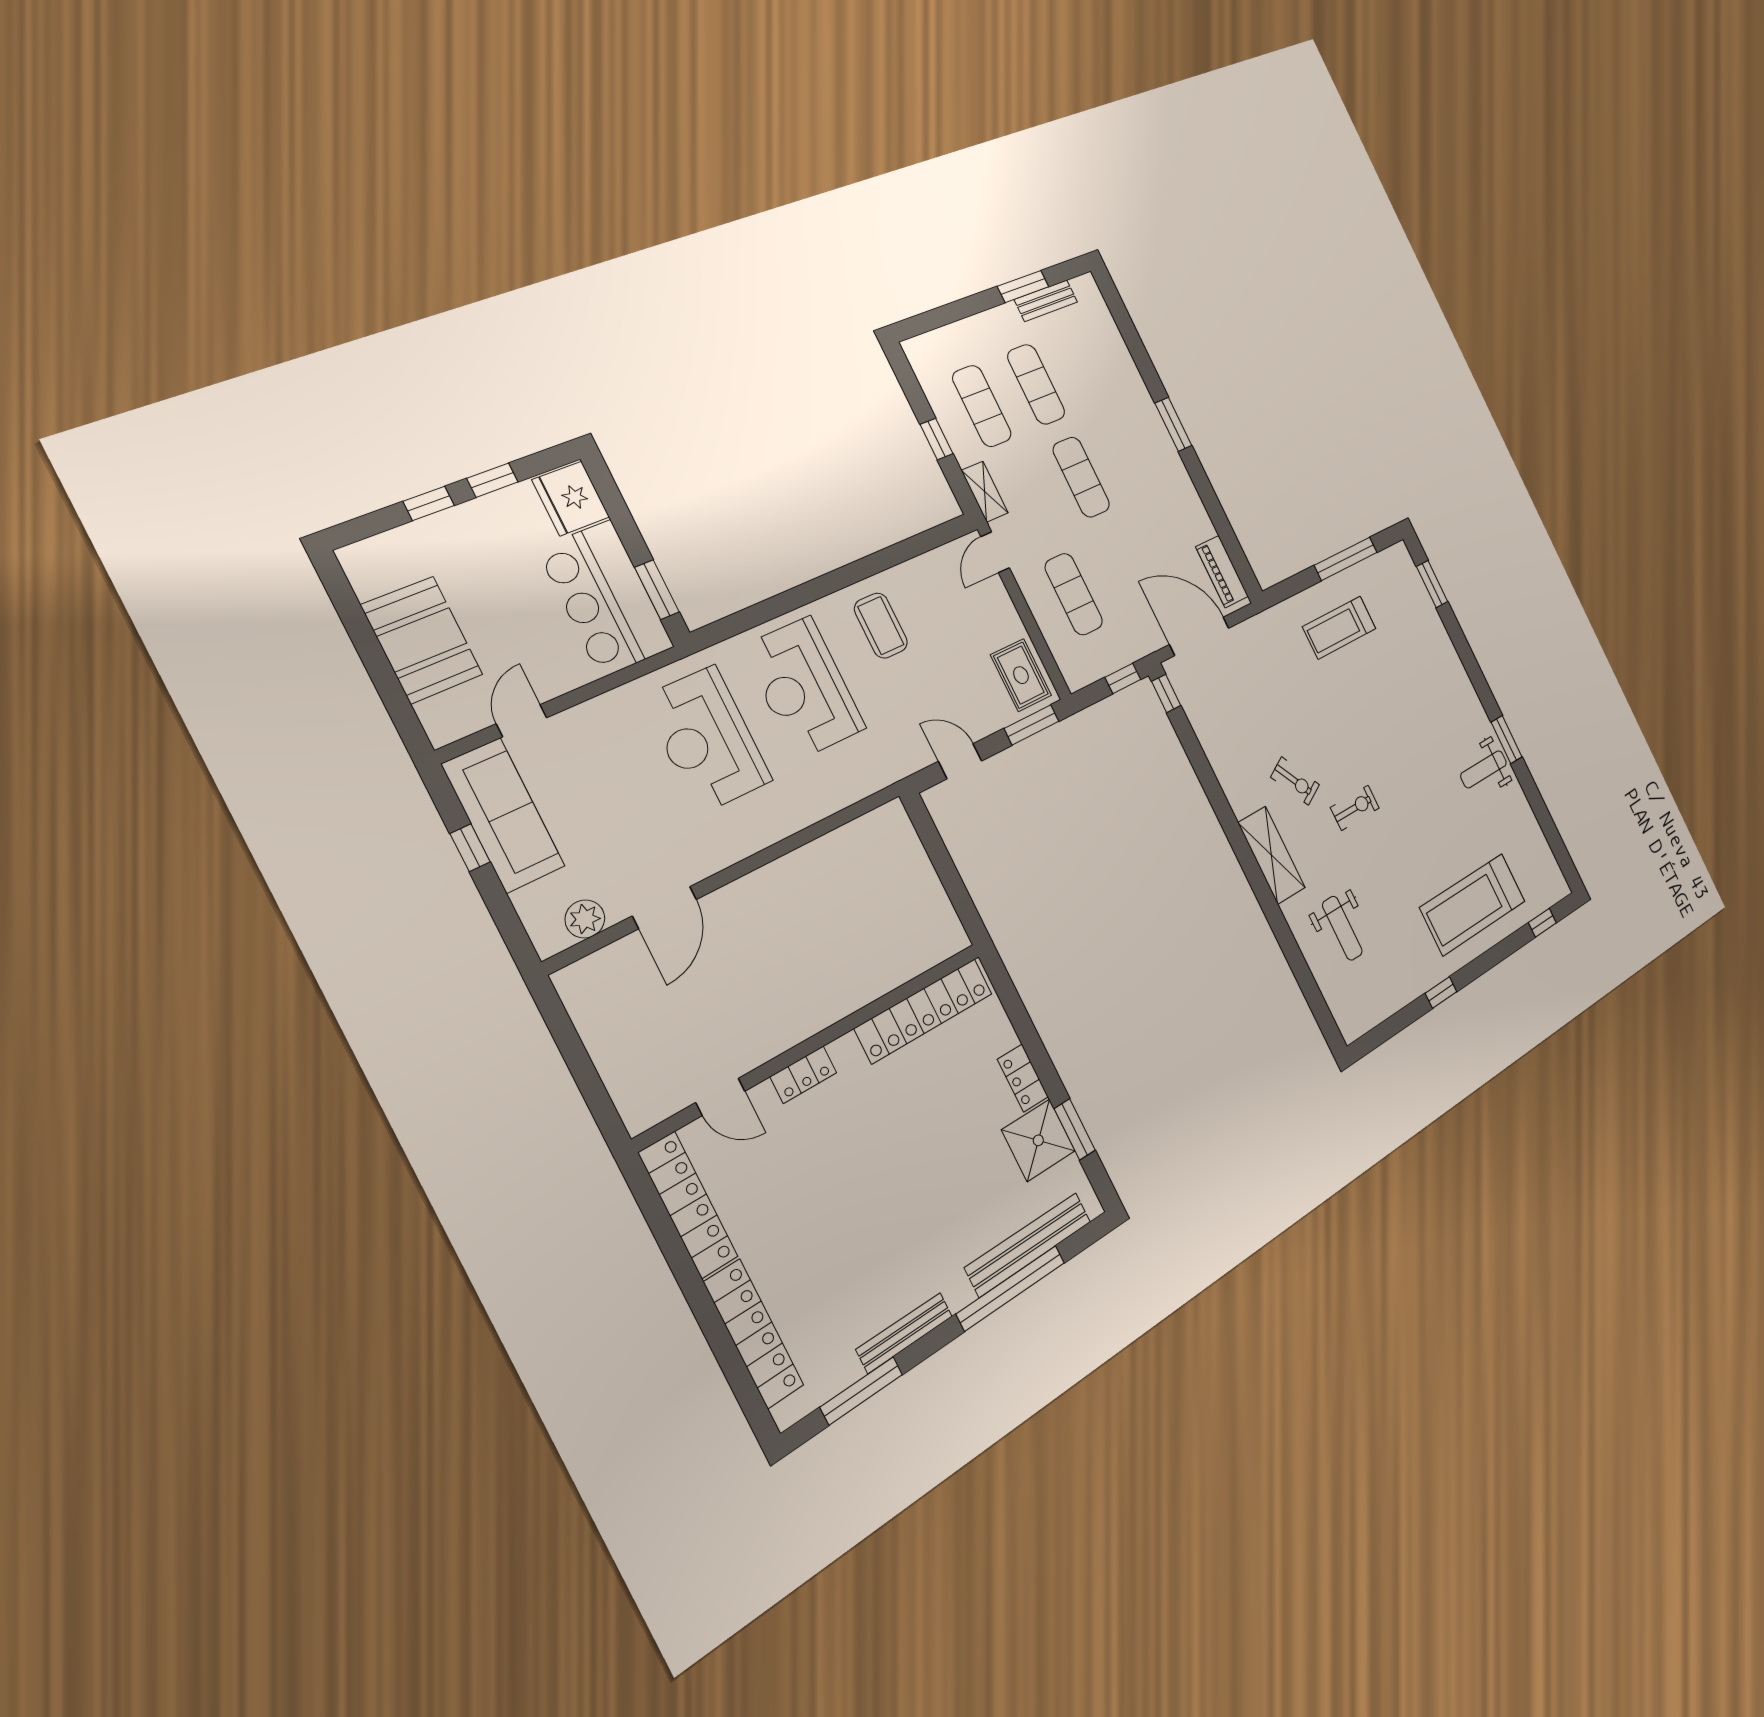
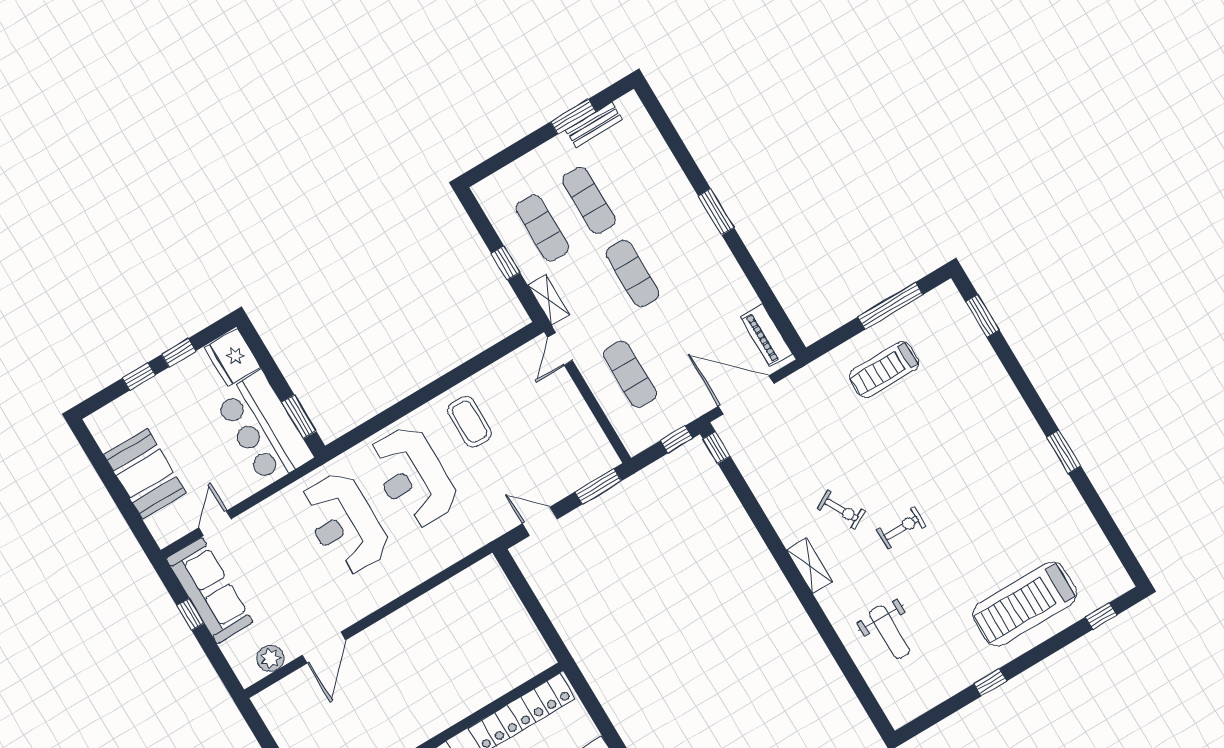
rug: (1021, 675) -> (587, 447), removed
weight bench: (1484, 769) -> (1038, 482), removed
shelving: (1272, 855) -> (809, 566), width x0.67, depth x0.75

